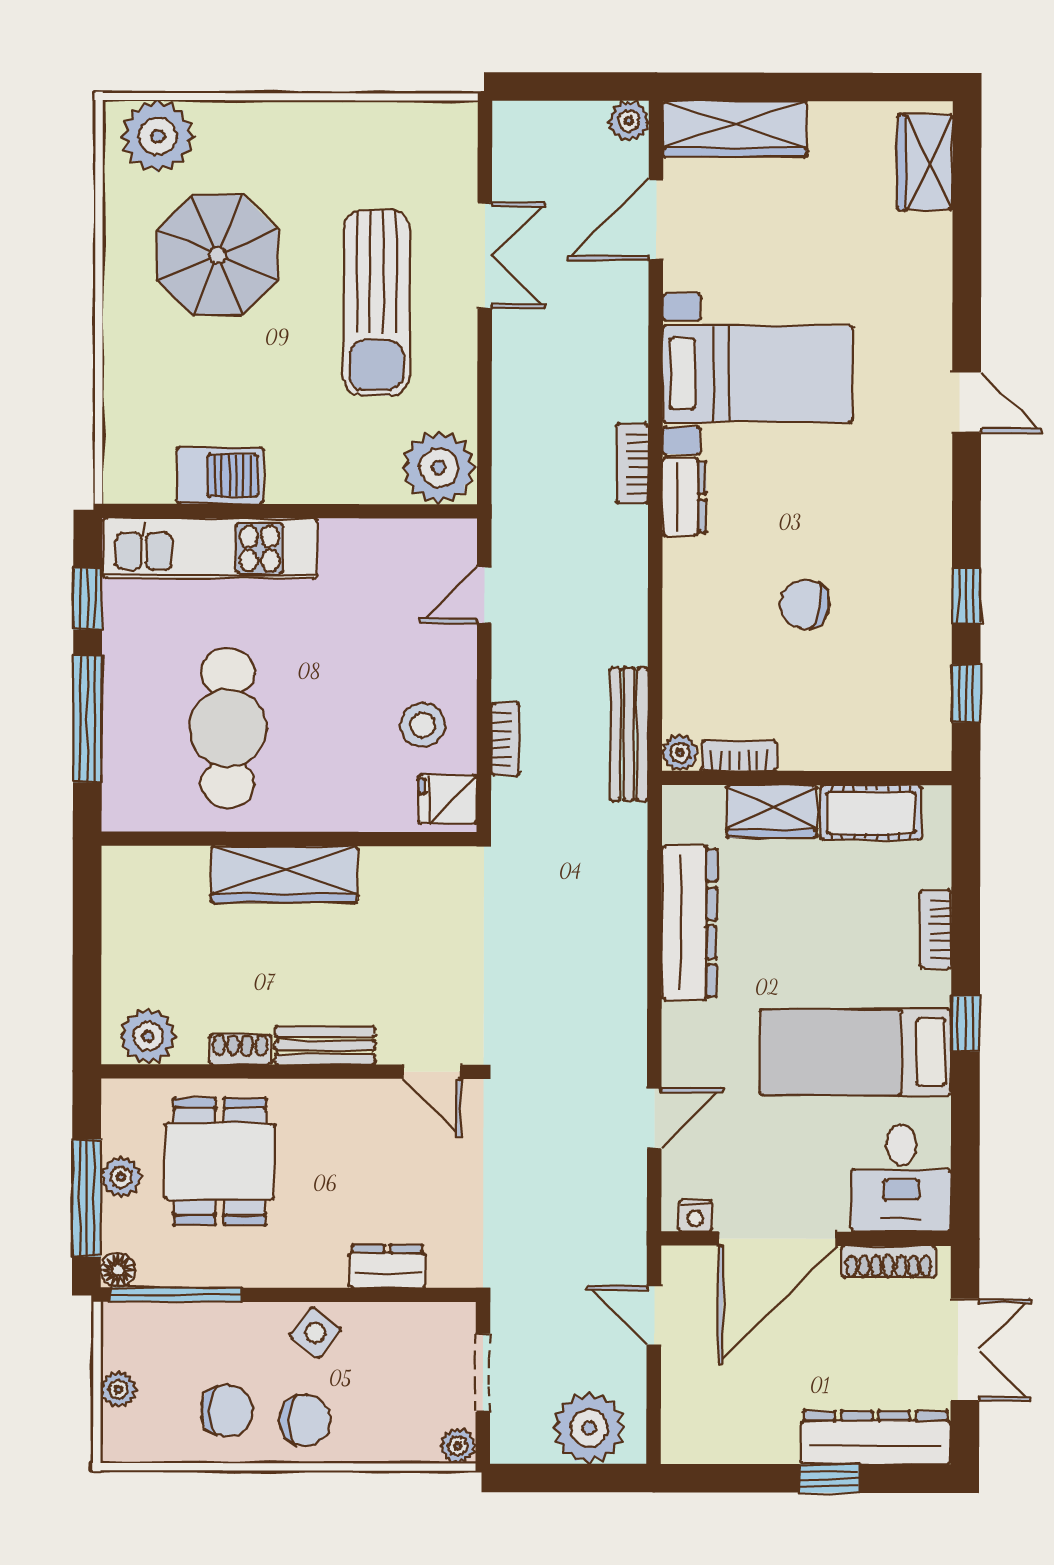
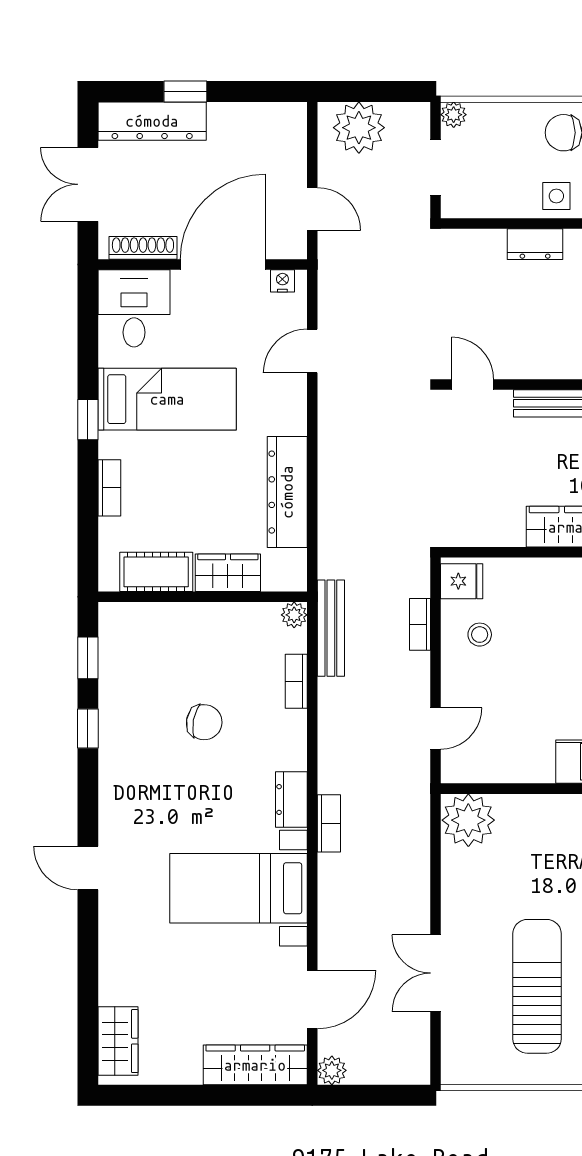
sun lounger: (376, 303) -> (537, 986), moved
stool: (423, 725) -> (480, 635), width x0.73, depth x0.73
bookcase: (739, 756) -> (296, 681), moved, turned 90
dresser: (387, 1266) -> (535, 244), moved
side table: (315, 1333) -> (556, 196), turned -38

